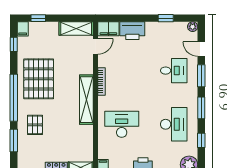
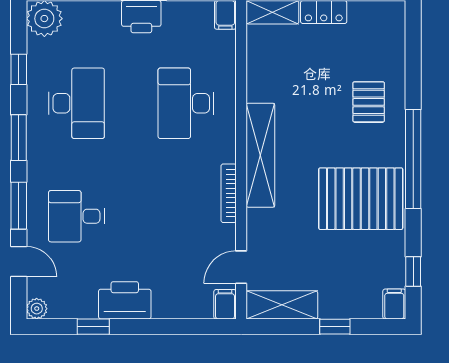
window: (38, 18) -> (335, 327), moved
filing cabinet: (108, 29) -> (225, 304), width x0.50
printer: (132, 31) -> (125, 300), moved
pallet: (39, 79) -> (361, 199), turned 90
desk: (122, 124) -> (186, 103), turned 90
desk: (174, 124) -> (76, 103), turned 180
window: (14, 140) -> (413, 69), removed

